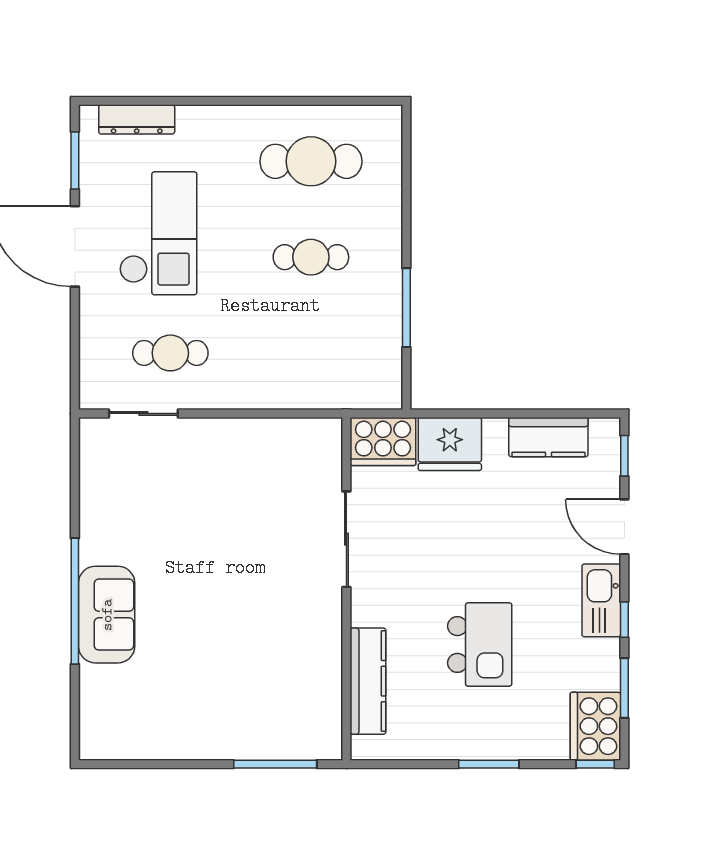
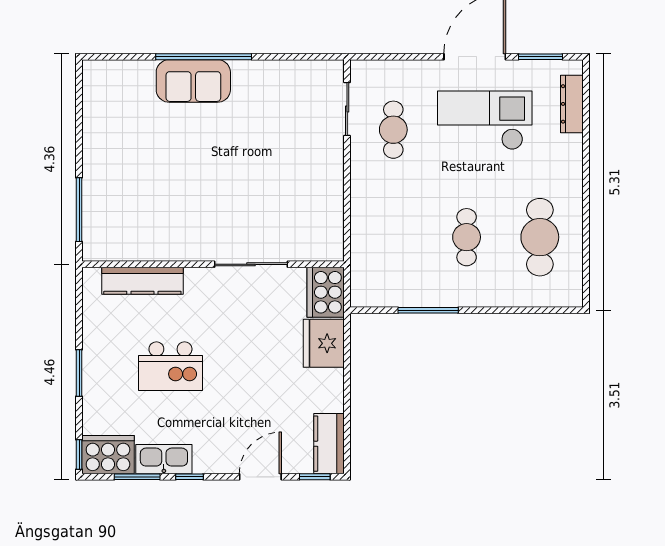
checkout: (158, 233) -> (485, 120), turned 180
kitchen counter: (548, 437) -> (329, 444), moved
kitchen sink: (601, 600) -> (164, 459), moved

